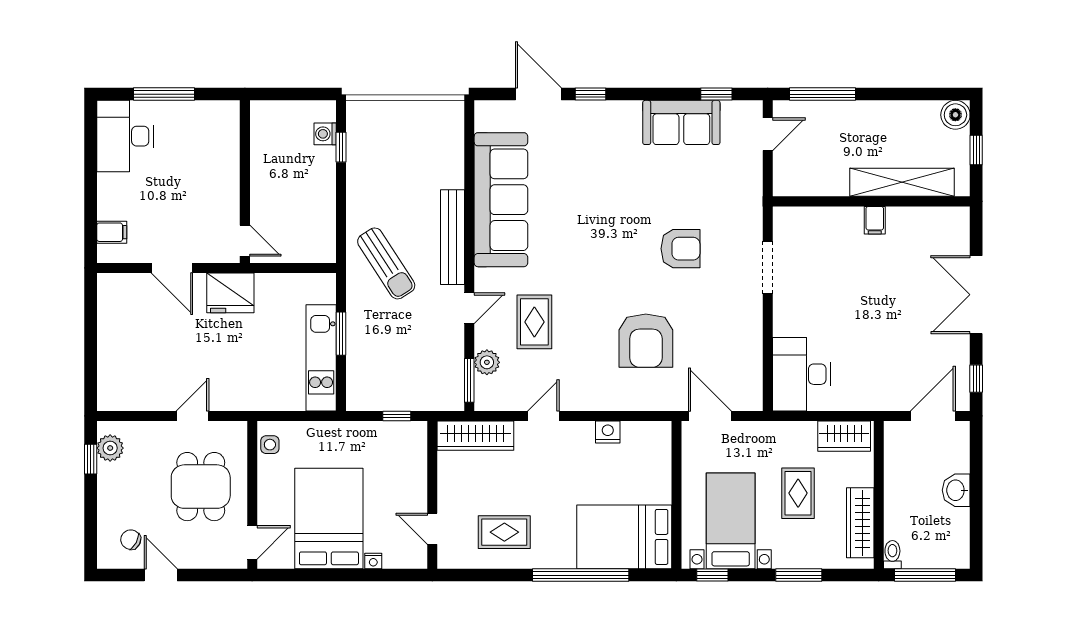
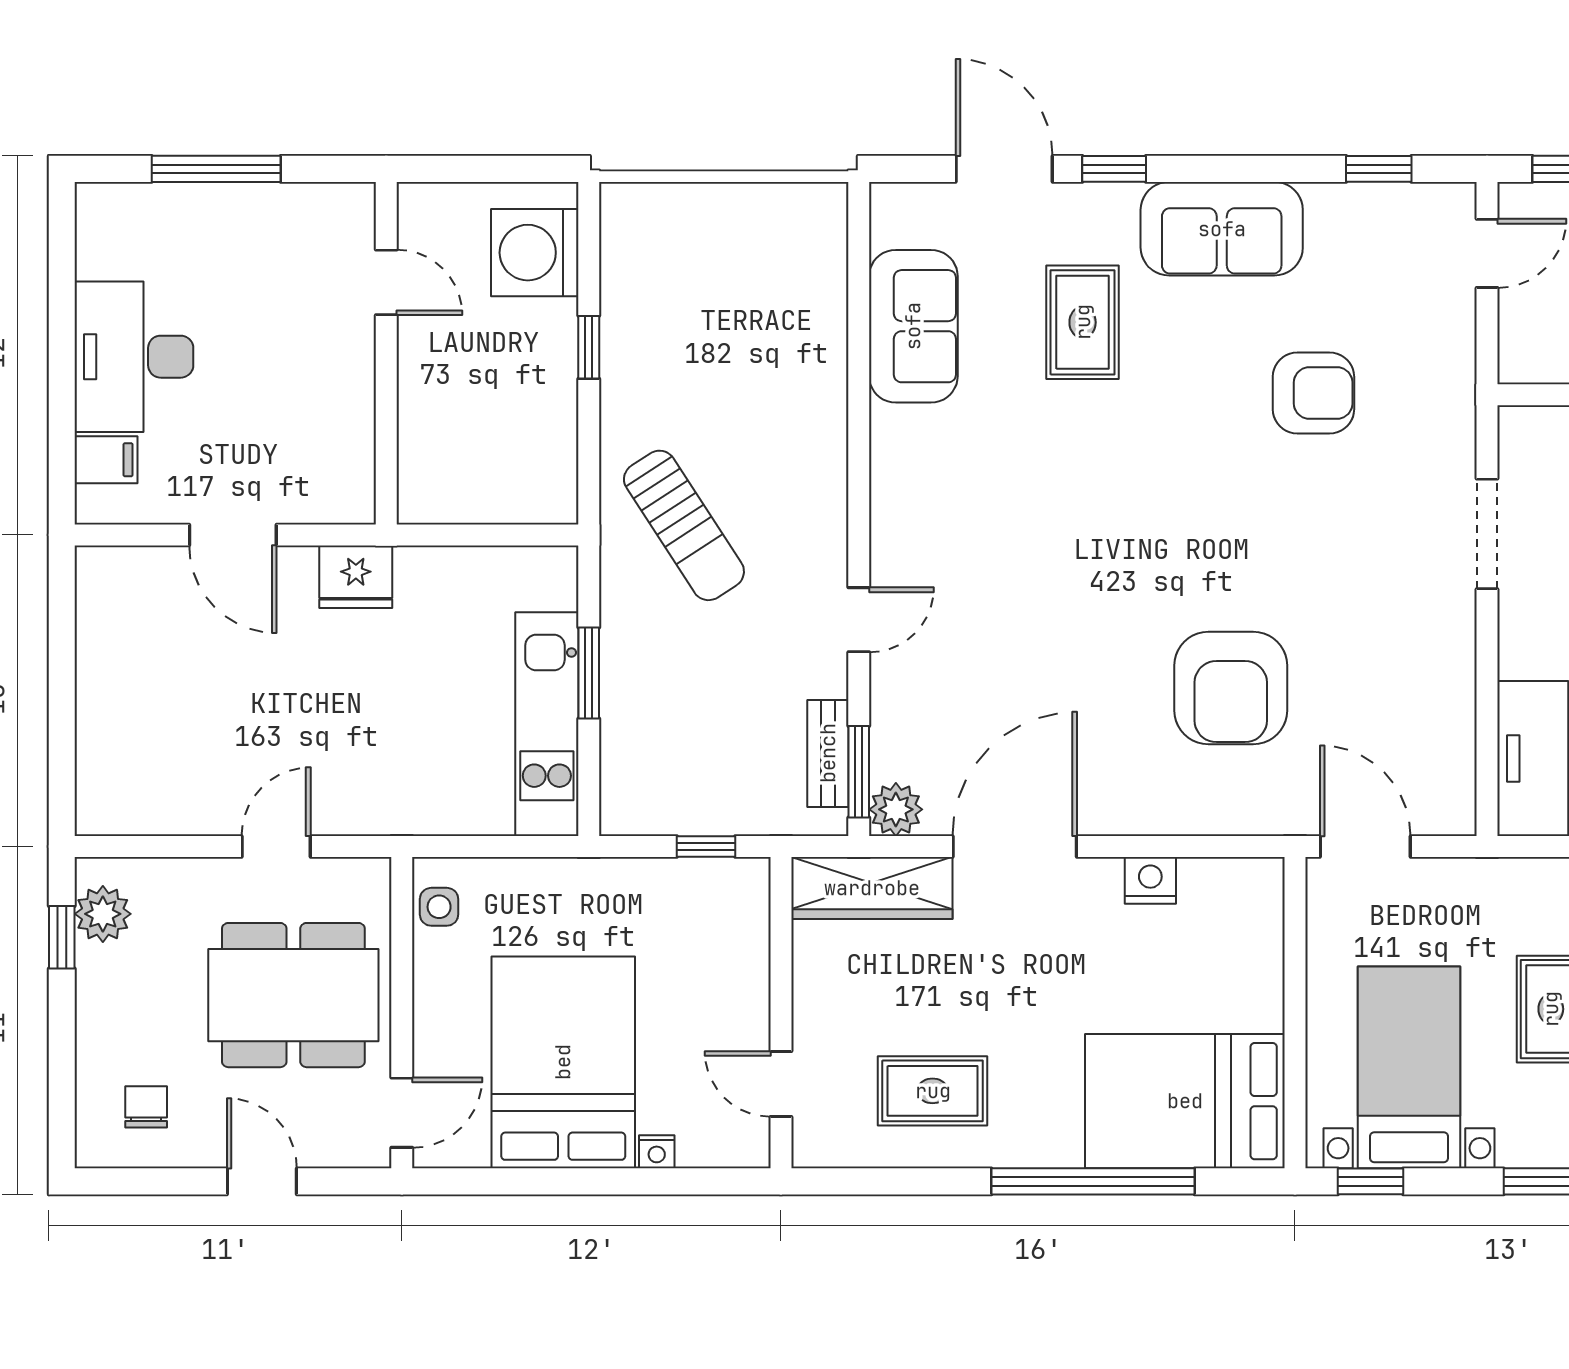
sofa: (681, 122) -> (1222, 229), moved
washing machine: (325, 134) -> (535, 253), width x1.89, depth x1.89
desk: (125, 136) -> (134, 357), moved
window: (341, 147) -> (589, 347), moved
sofa: (501, 200) -> (913, 326), width x0.54, depth x0.79
bench: (453, 237) -> (828, 753), moved, width x0.54, depth x0.82
door: (245, 241) -> (386, 282), moved
armchair: (681, 249) -> (1313, 393), moved
fridge: (230, 293) -> (356, 577), width x0.73, depth x0.75
rug: (534, 322) -> (1083, 322), moved
plant: (487, 362) -> (896, 809), moved
door: (543, 416) -> (1015, 847), width x1.87
dining table: (201, 487) -> (293, 995), width x1.38
chair: (131, 540) -> (146, 1107), turned 62
door: (161, 575) -> (262, 1181), moved

